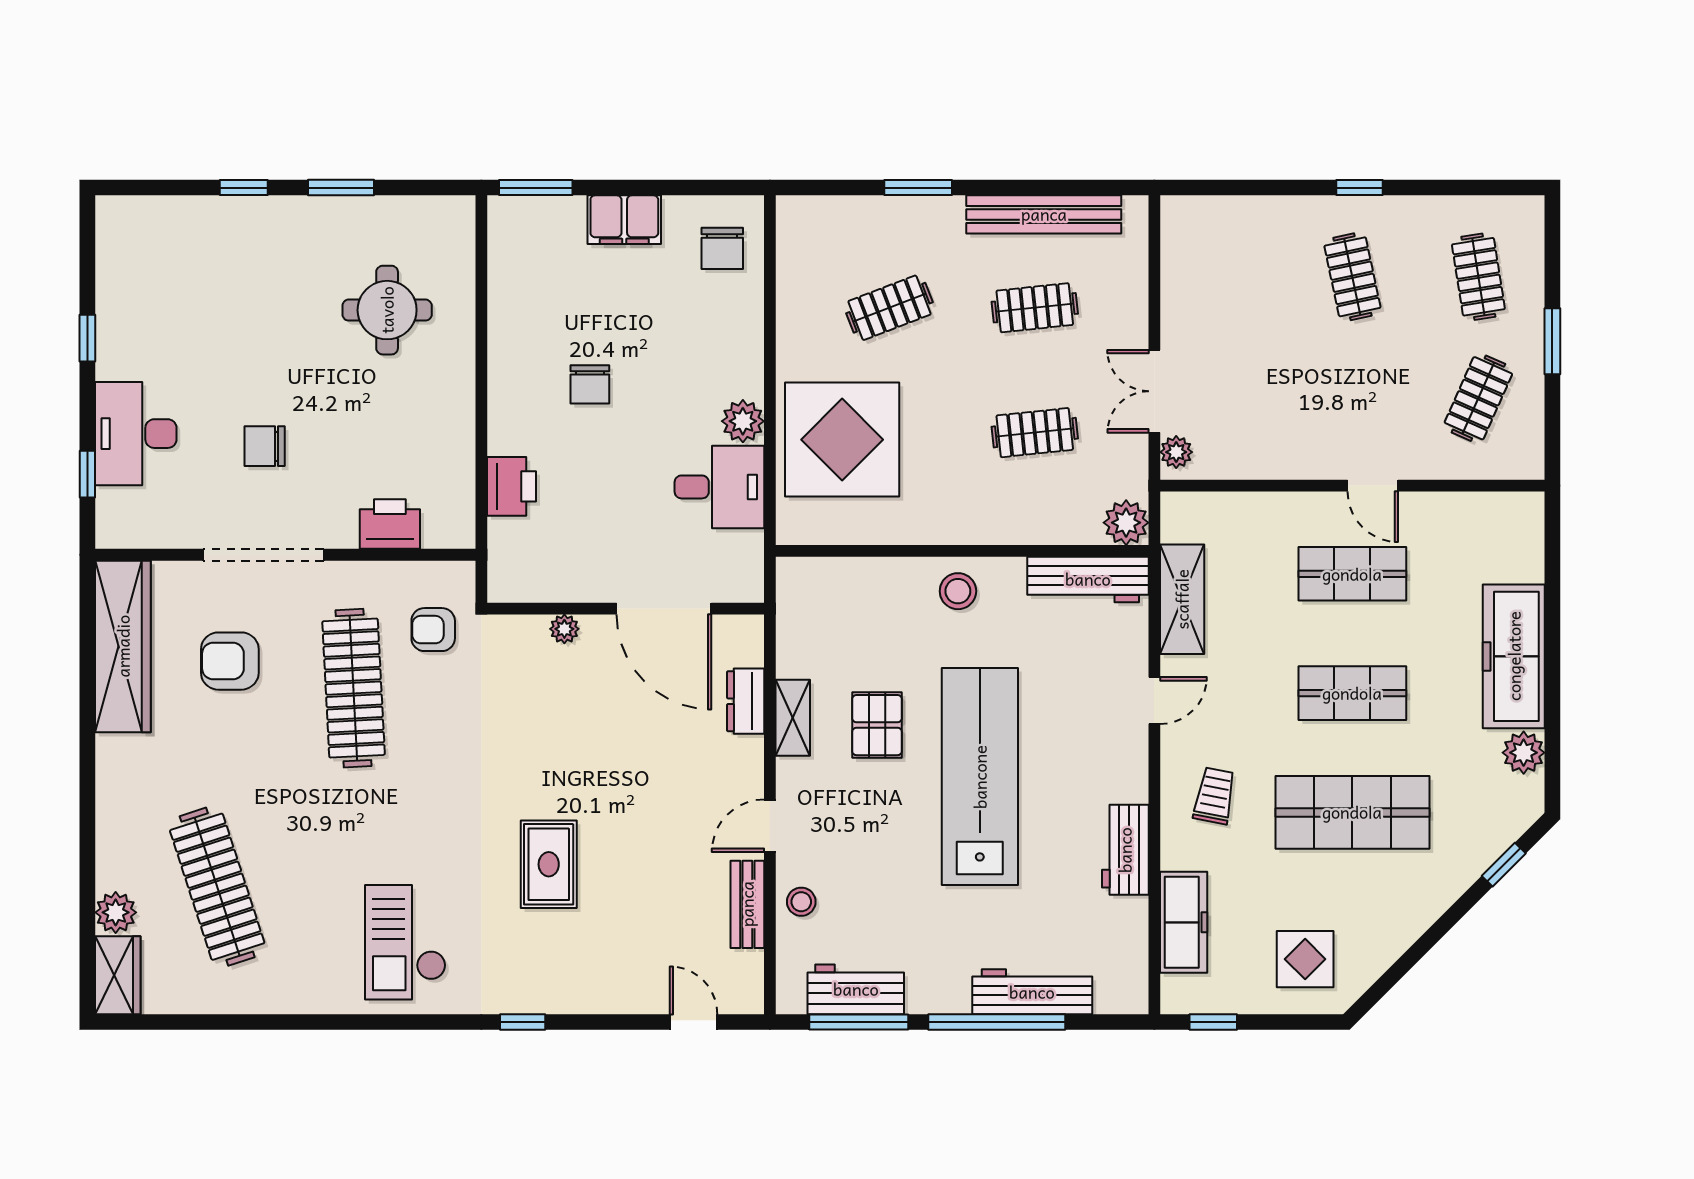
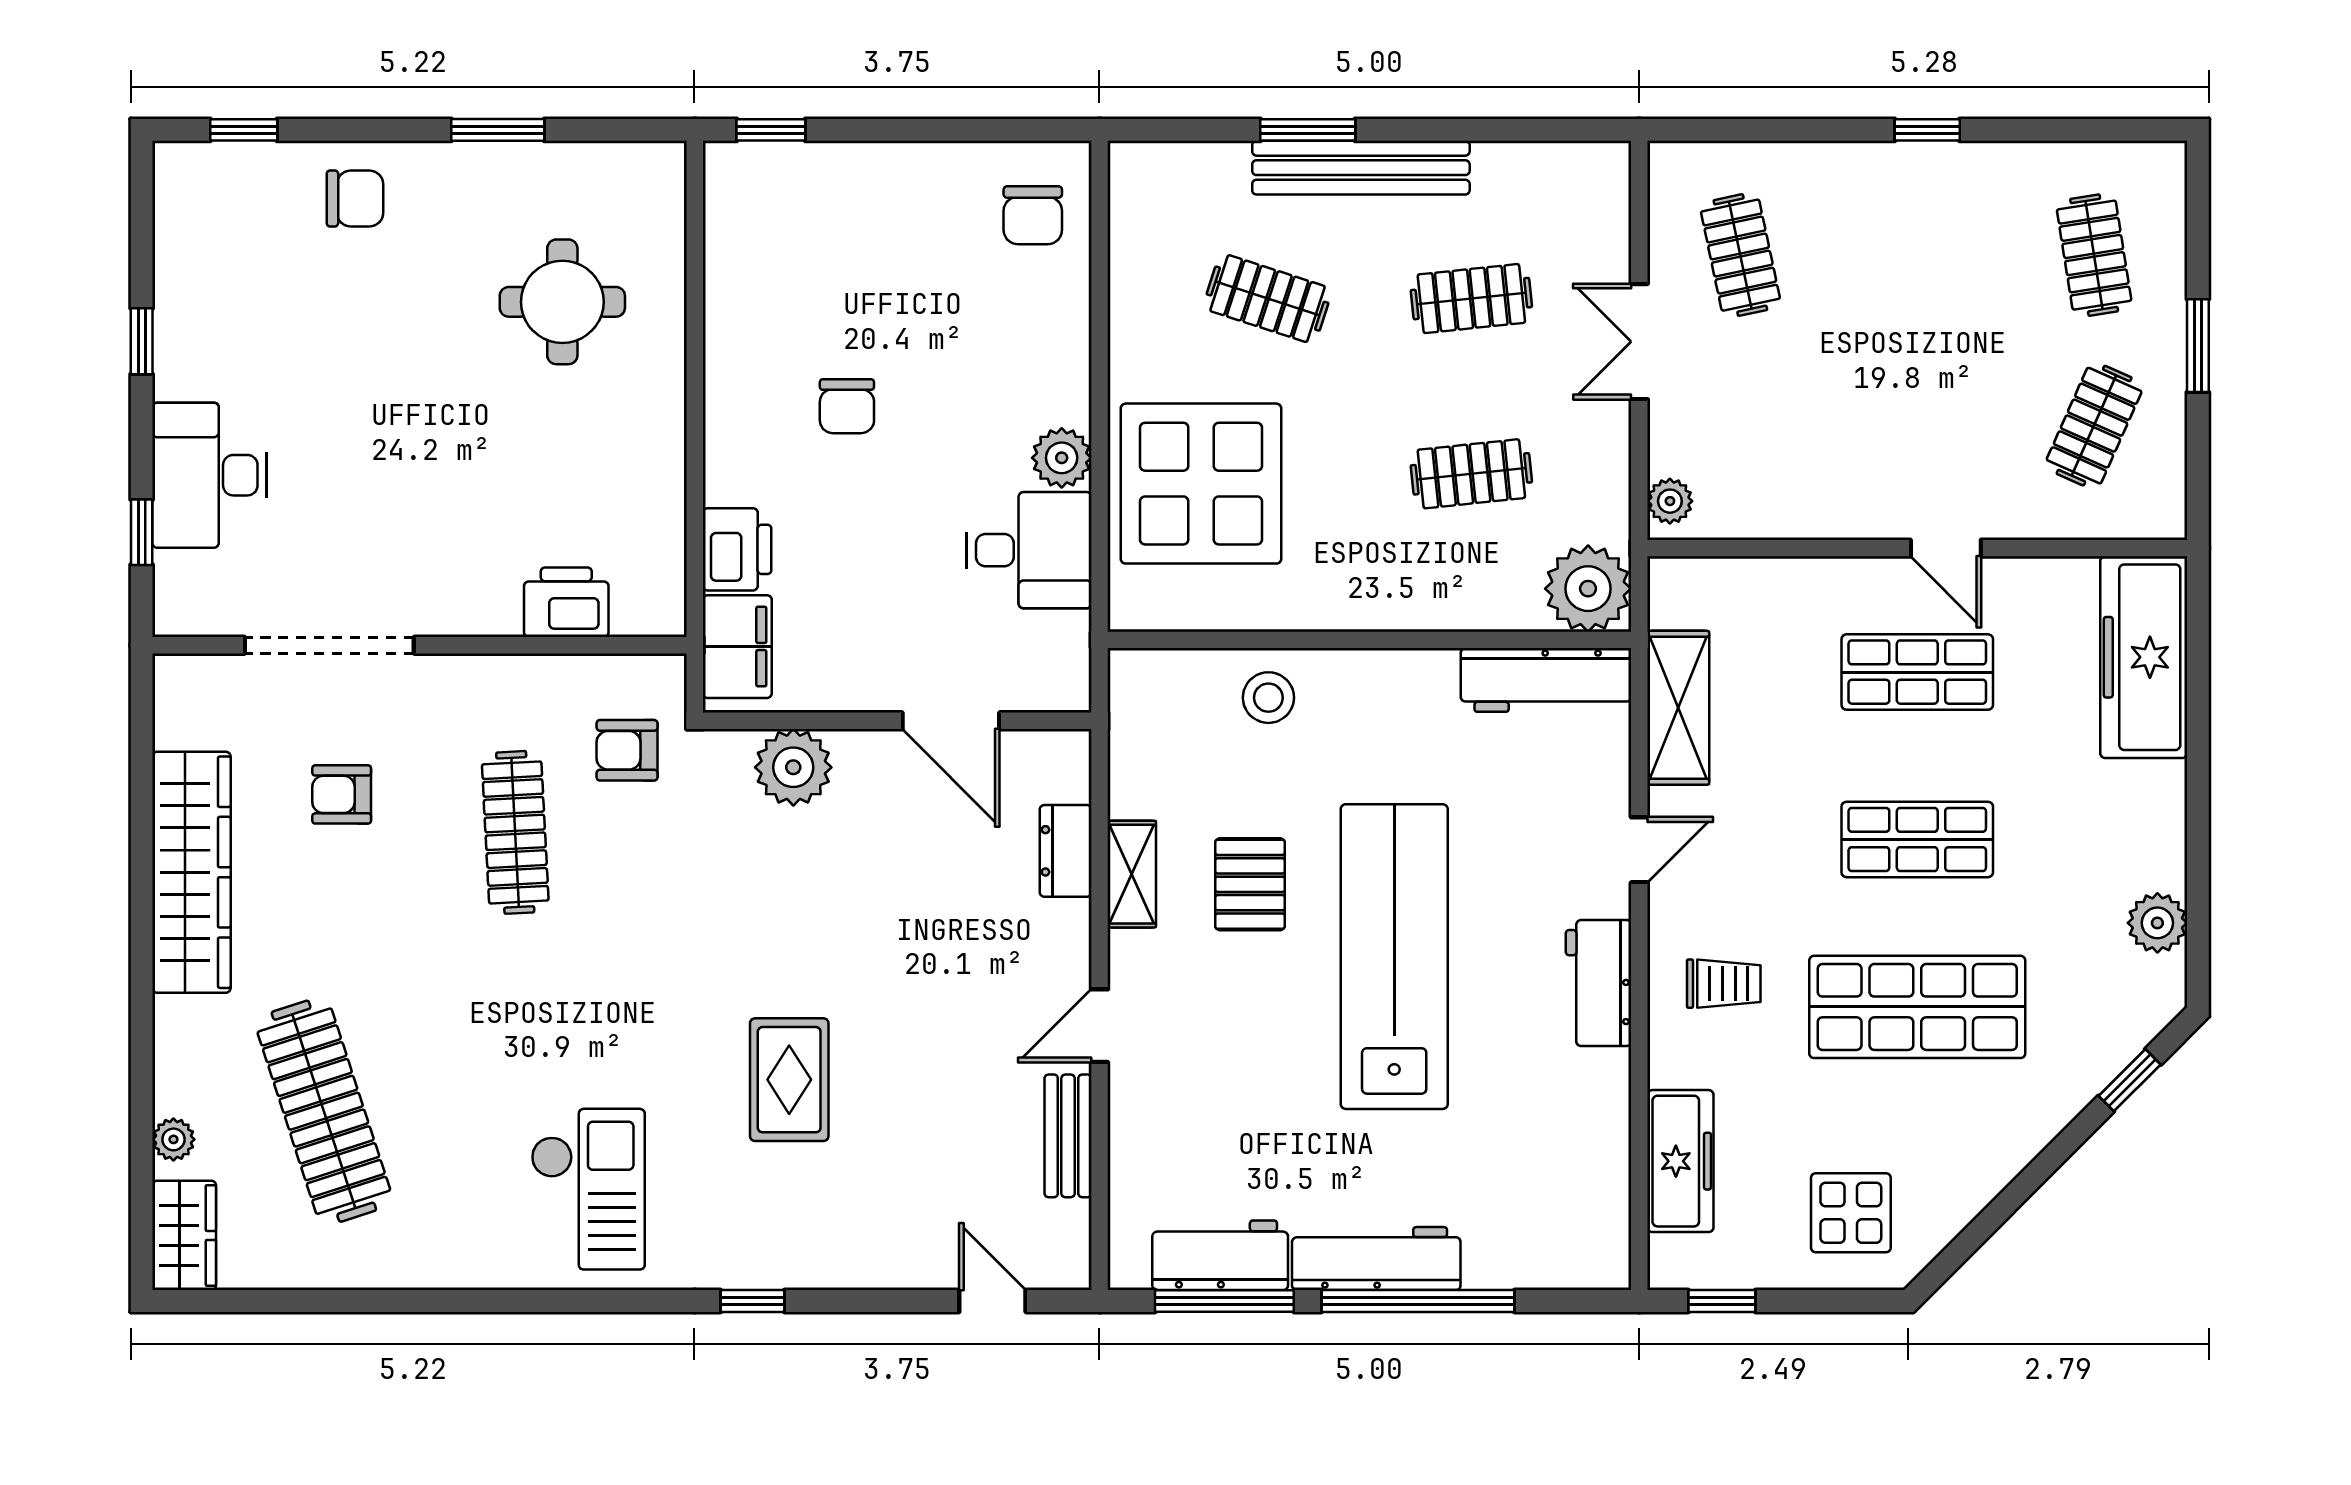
window: (244, 188) -> (244, 130), moved
window: (536, 188) -> (771, 130), width x0.67
bench: (1044, 214) -> (1361, 168), moved
filing cabinet: (624, 220) -> (737, 647), moved, turned -90
clothes rail: (1352, 277) -> (1740, 255), moved
clothes rail: (890, 308) -> (1268, 299), turned 39
double door: (1154, 391) -> (1639, 342), moved
chair: (265, 446) -> (355, 198), moved, turned 180
plant: (1126, 523) -> (1588, 589), width x1.36, depth x1.36
doorway: (263, 555) -> (329, 645), moved
stool: (958, 591) -> (1268, 698), moved
door: (664, 609) -> (951, 721), width x0.73
plant: (564, 629) -> (793, 767), width x1.88, depth x1.88
wardrobe: (123, 646) -> (191, 872), moved
freezer: (1514, 656) -> (2144, 657), moved
armchair: (230, 661) -> (342, 794), width x0.72, depth x0.72
clothes rail: (354, 688) -> (515, 832), width x0.73, depth x0.76
trolley: (1215, 796) -> (1724, 984), turned 79
workbench: (1125, 850) -> (1599, 983), moved
stool: (801, 902) -> (1144, 1132), removed
plant: (116, 912) -> (173, 1139), width x0.73, depth x0.73
checkout: (405, 942) -> (588, 1189), turned 180
workbench: (1032, 992) -> (1376, 1259), moved

